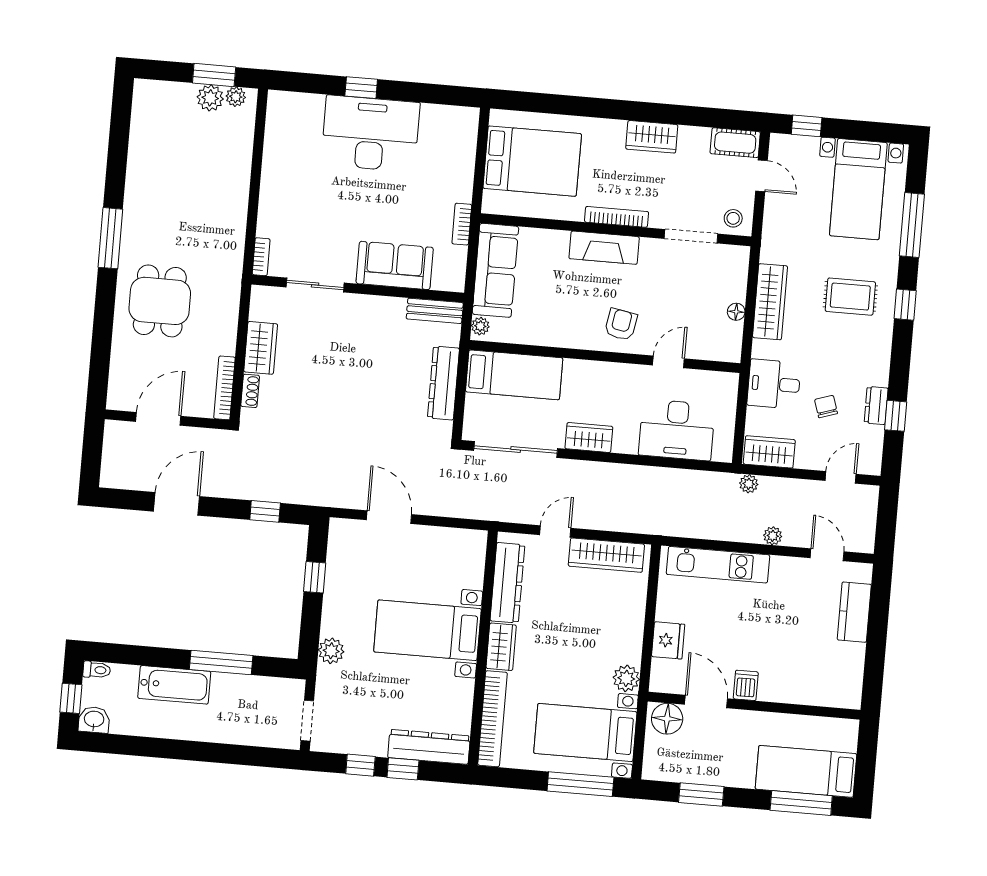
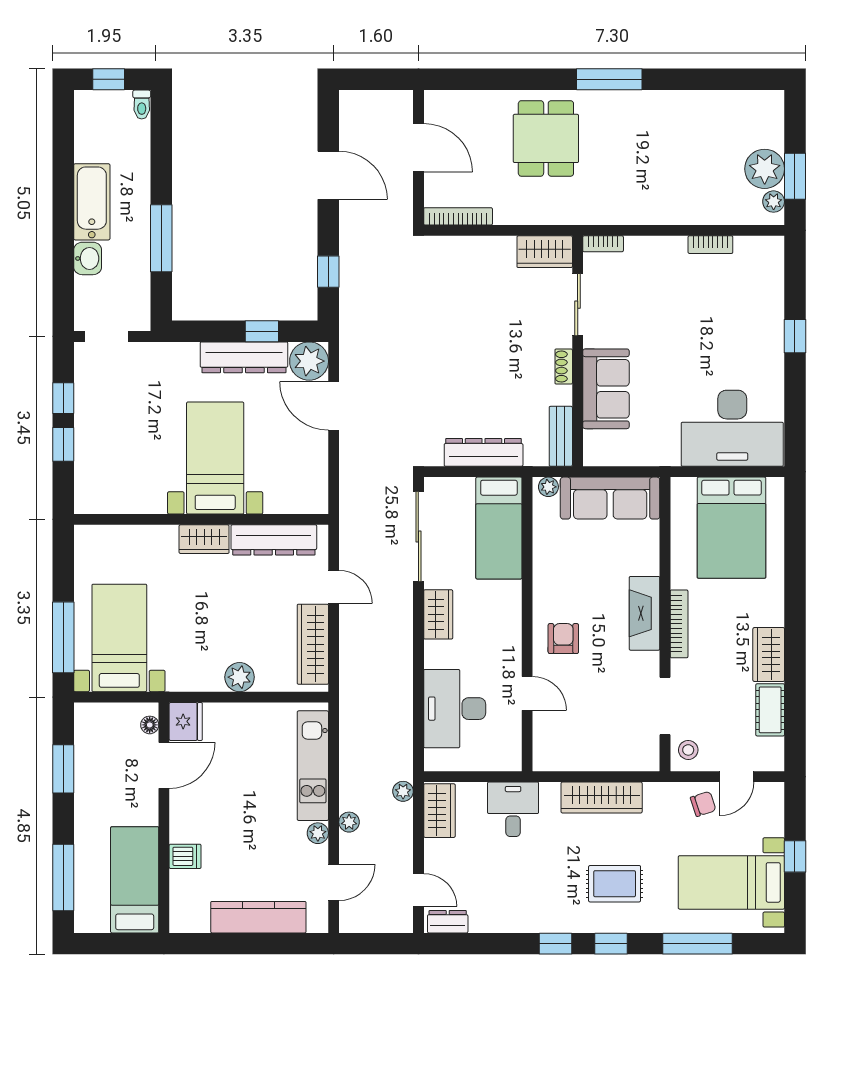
plant: (210, 98) -> (765, 169), width x1.36, depth x1.36
window: (807, 126) -> (795, 856), moved
desk: (370, 134) -> (732, 428), moved, turned 90
cot: (735, 143) -> (770, 710), moved
bookcase: (462, 224) -> (710, 245), moved, turned 180
rug: (850, 297) -> (615, 884), turned 90
dining table: (160, 301) -> (546, 138), turned 90
floor lamp: (736, 312) -> (588, 762), removed
armchair: (621, 324) -> (563, 639), turned -100
wardrobe: (261, 348) -> (545, 252), moved
shoe rack: (250, 391) -> (564, 367), moved, turned 90
dresser: (876, 405) -> (448, 922), moved
chair: (826, 407) -> (703, 804), moved
window: (896, 416) -> (556, 944), moved
door: (389, 517) -> (334, 406), swing flipped
plant: (780, 565) -> (318, 833), added
kitchen counter: (854, 612) -> (258, 917), width x1.50
fridge: (668, 640) -> (186, 721), moved, turned -90
plant: (331, 651) -> (309, 361), moved, width x1.36, depth x1.36
plant: (626, 678) -> (240, 677), moved
bathtub: (174, 685) -> (92, 202), moved, turned 180
dishwasher: (746, 685) -> (185, 856), moved
bookcase: (492, 719) -> (126, 536), removed
floor lamp: (667, 719) -> (150, 725), width x0.53, depth x0.53
washbasin: (94, 720) -> (88, 258), moved
dresser: (429, 747) -> (244, 357), moved, turned 90
bed: (806, 771) -> (135, 880), moved

